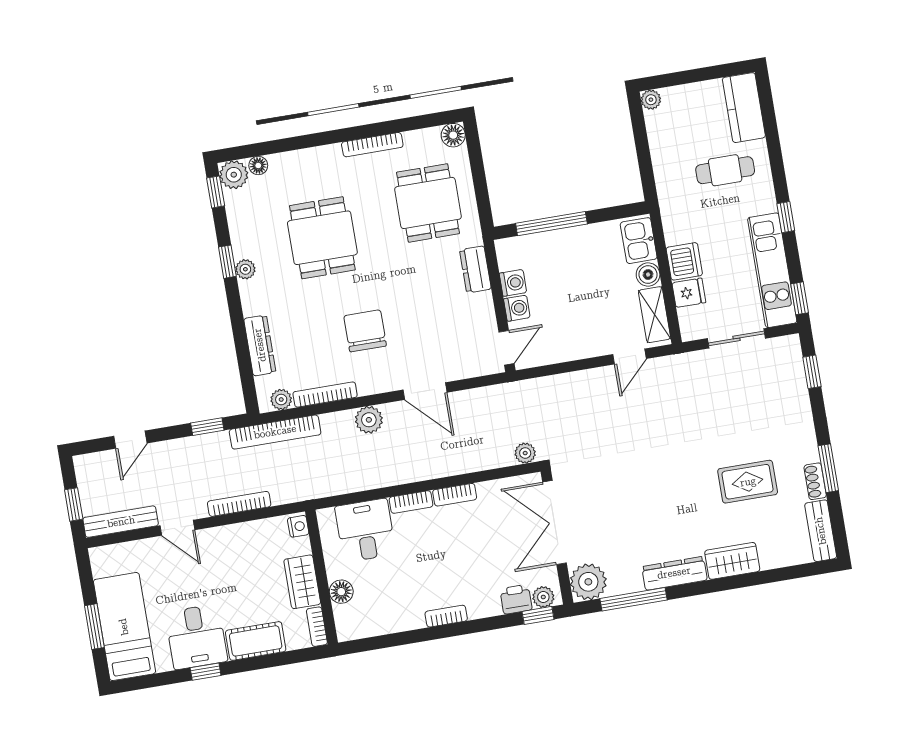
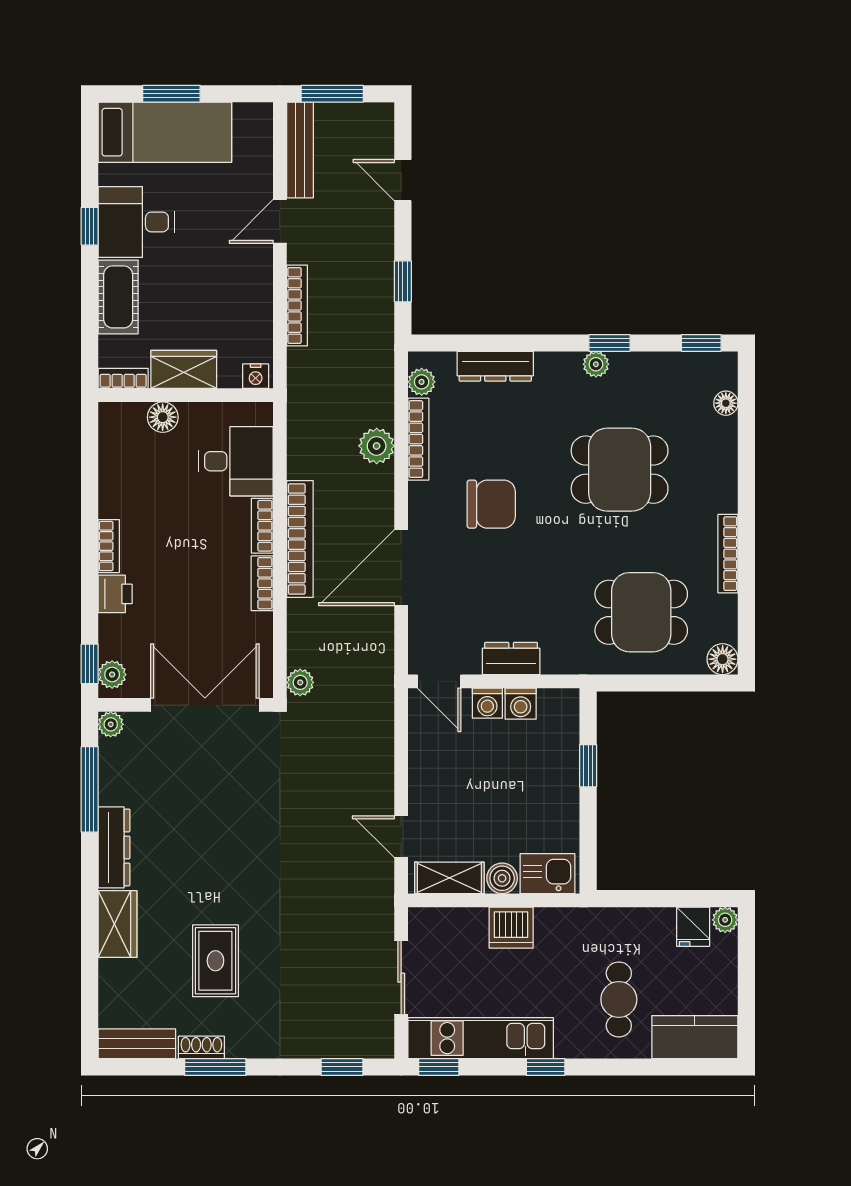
plant: (234, 175) -> (719, 370), removed
window: (551, 224) -> (588, 766), width x0.46
dresser: (475, 269) -> (511, 658), moved
fridge: (689, 293) -> (693, 927), moved
door: (425, 391) -> (401, 568), width x1.36
plant: (369, 420) -> (377, 446), moved
bookcase: (275, 432) -> (300, 539), moved, turned 180
window: (74, 504) -> (332, 94), width x1.50
plant: (588, 582) -> (111, 724), width x0.53, depth x0.53
printer: (516, 599) -> (115, 594), moved

